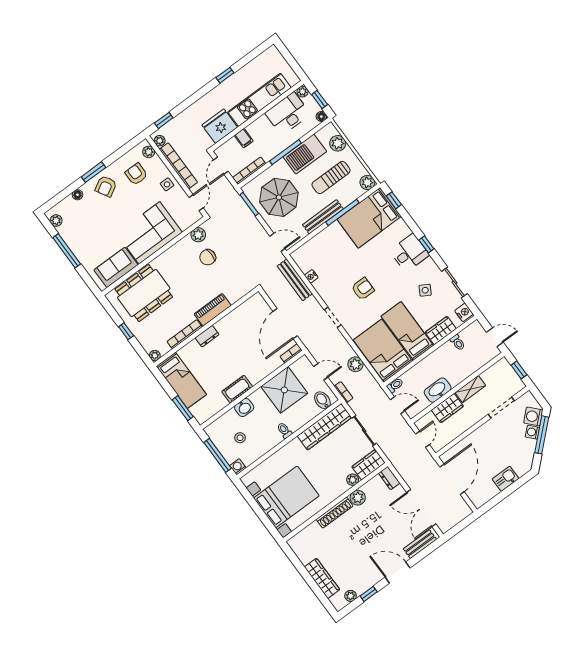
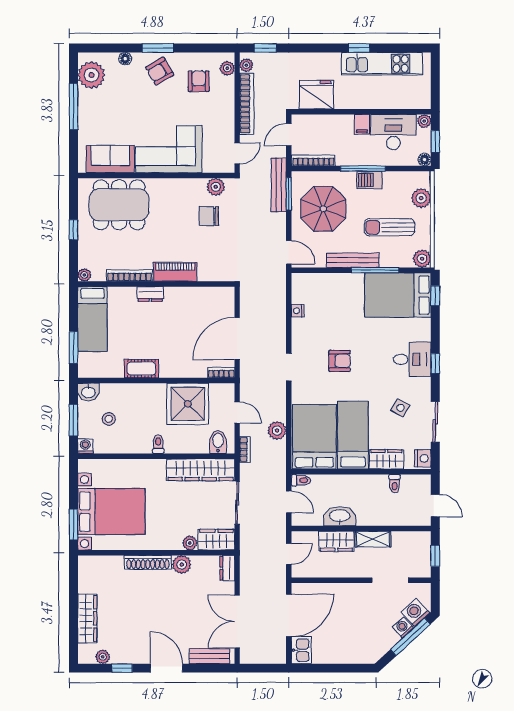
kitchen unit: (260, 100) -> (382, 64), moved, turned 180
filing cabinet: (244, 138) -> (362, 124), moved
barbecue: (305, 154) -> (370, 180), width x0.53, depth x0.65
side table: (167, 184) -> (222, 114), removed
plant: (56, 221) -> (91, 75), width x1.88, depth x1.88
bench: (295, 280) -> (279, 185), moved
washbasin: (244, 408) -> (88, 392), moved
window: (218, 455) -> (74, 420), width x0.69
kitchen sink: (506, 479) -> (301, 650), moved, turned 90
window: (268, 524) -> (74, 524), added

